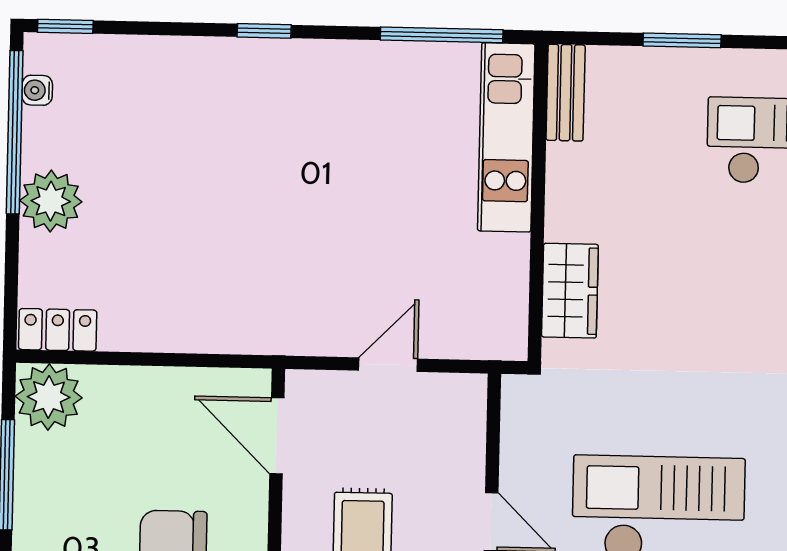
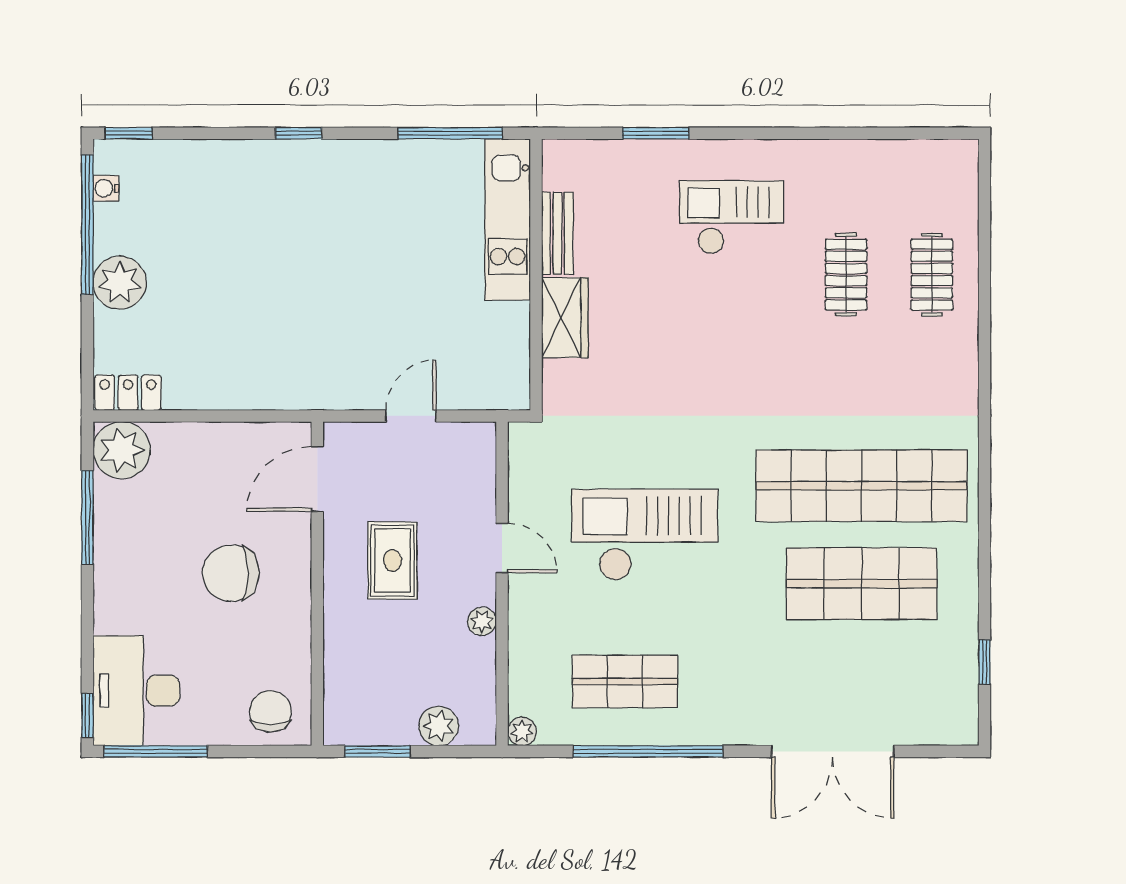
bench: (566, 93) -> (557, 233), moved
wardrobe: (570, 291) -> (565, 318), moved
door: (277, 436) -> (317, 479), hinge flipped

